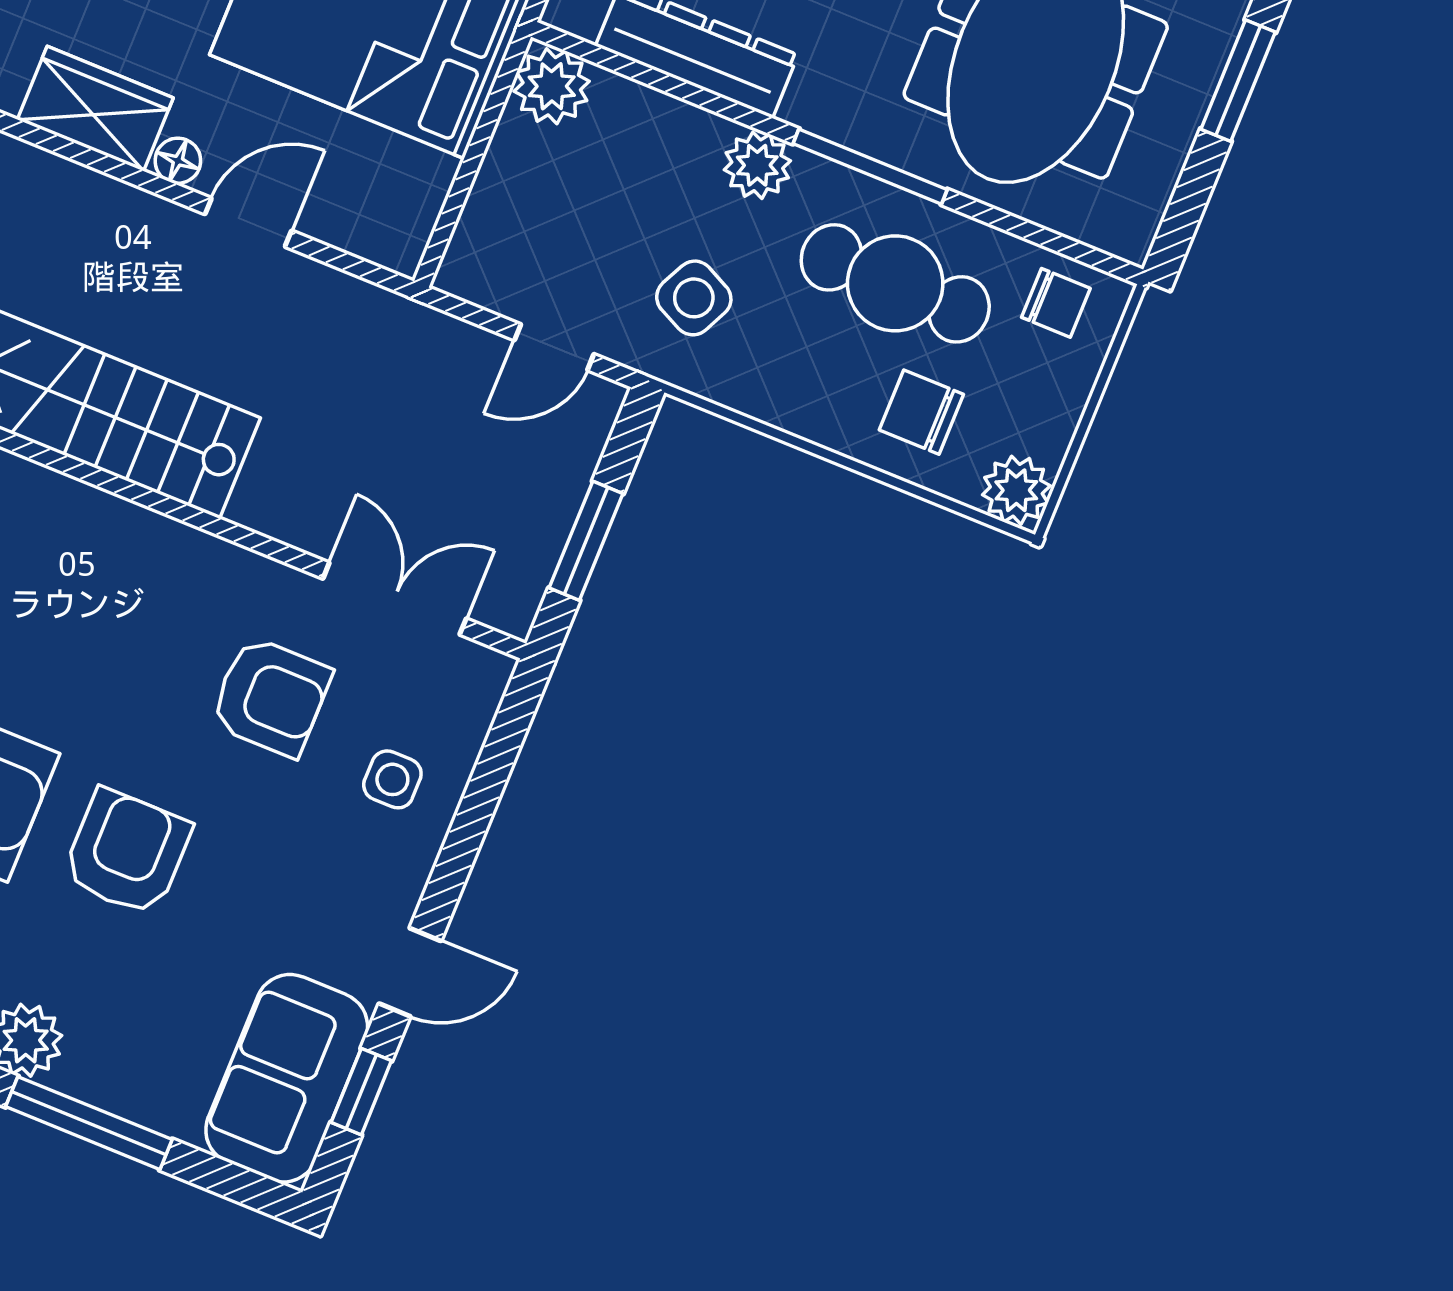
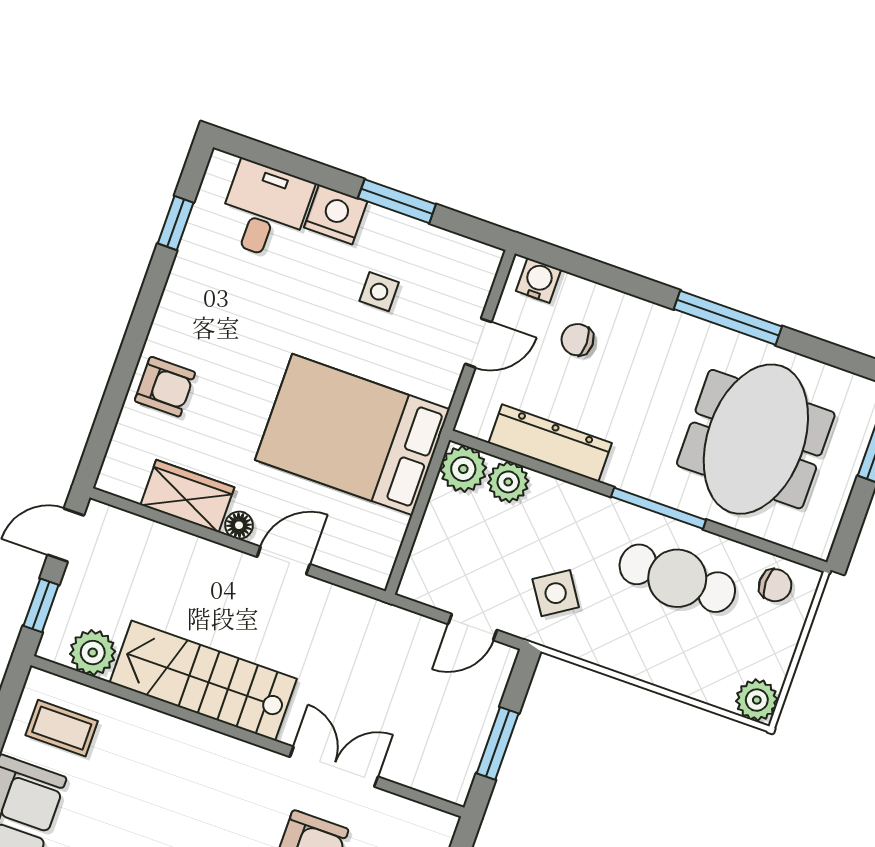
plant: (757, 165) -> (508, 482), moved
side table: (694, 298) -> (556, 593), turned 31
chair: (921, 412) -> (697, 655), removed
double door: (395, 599) -> (334, 767), moved

